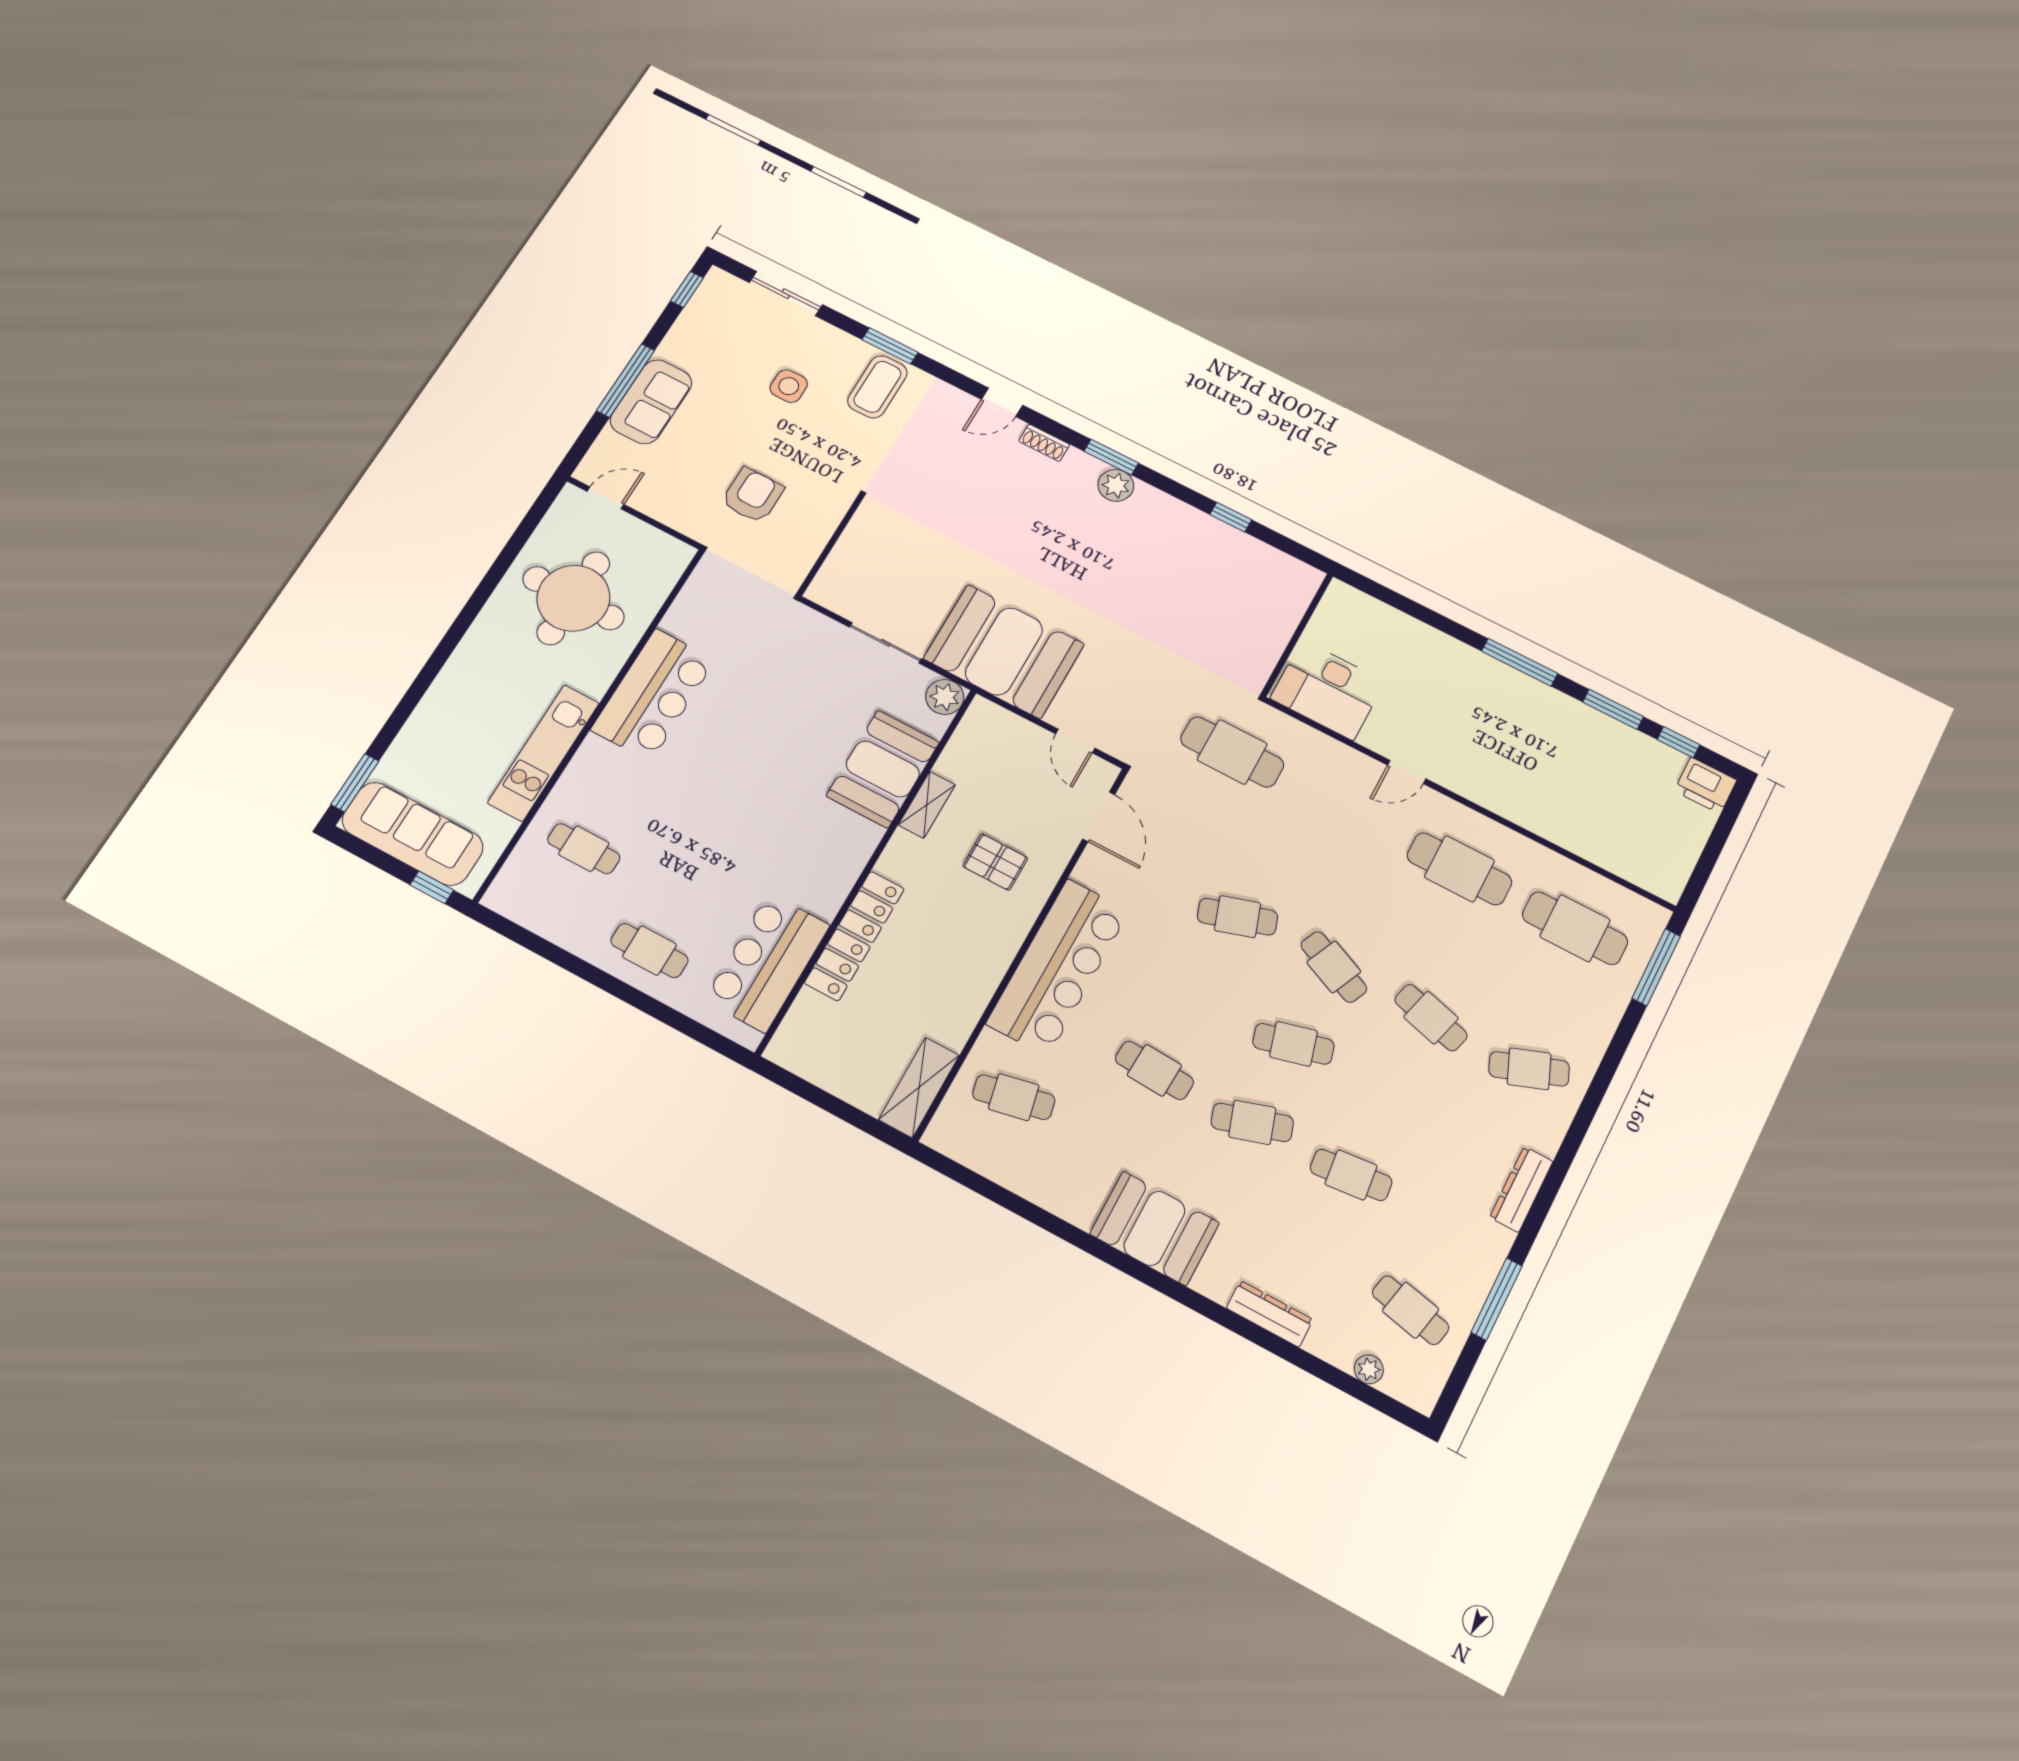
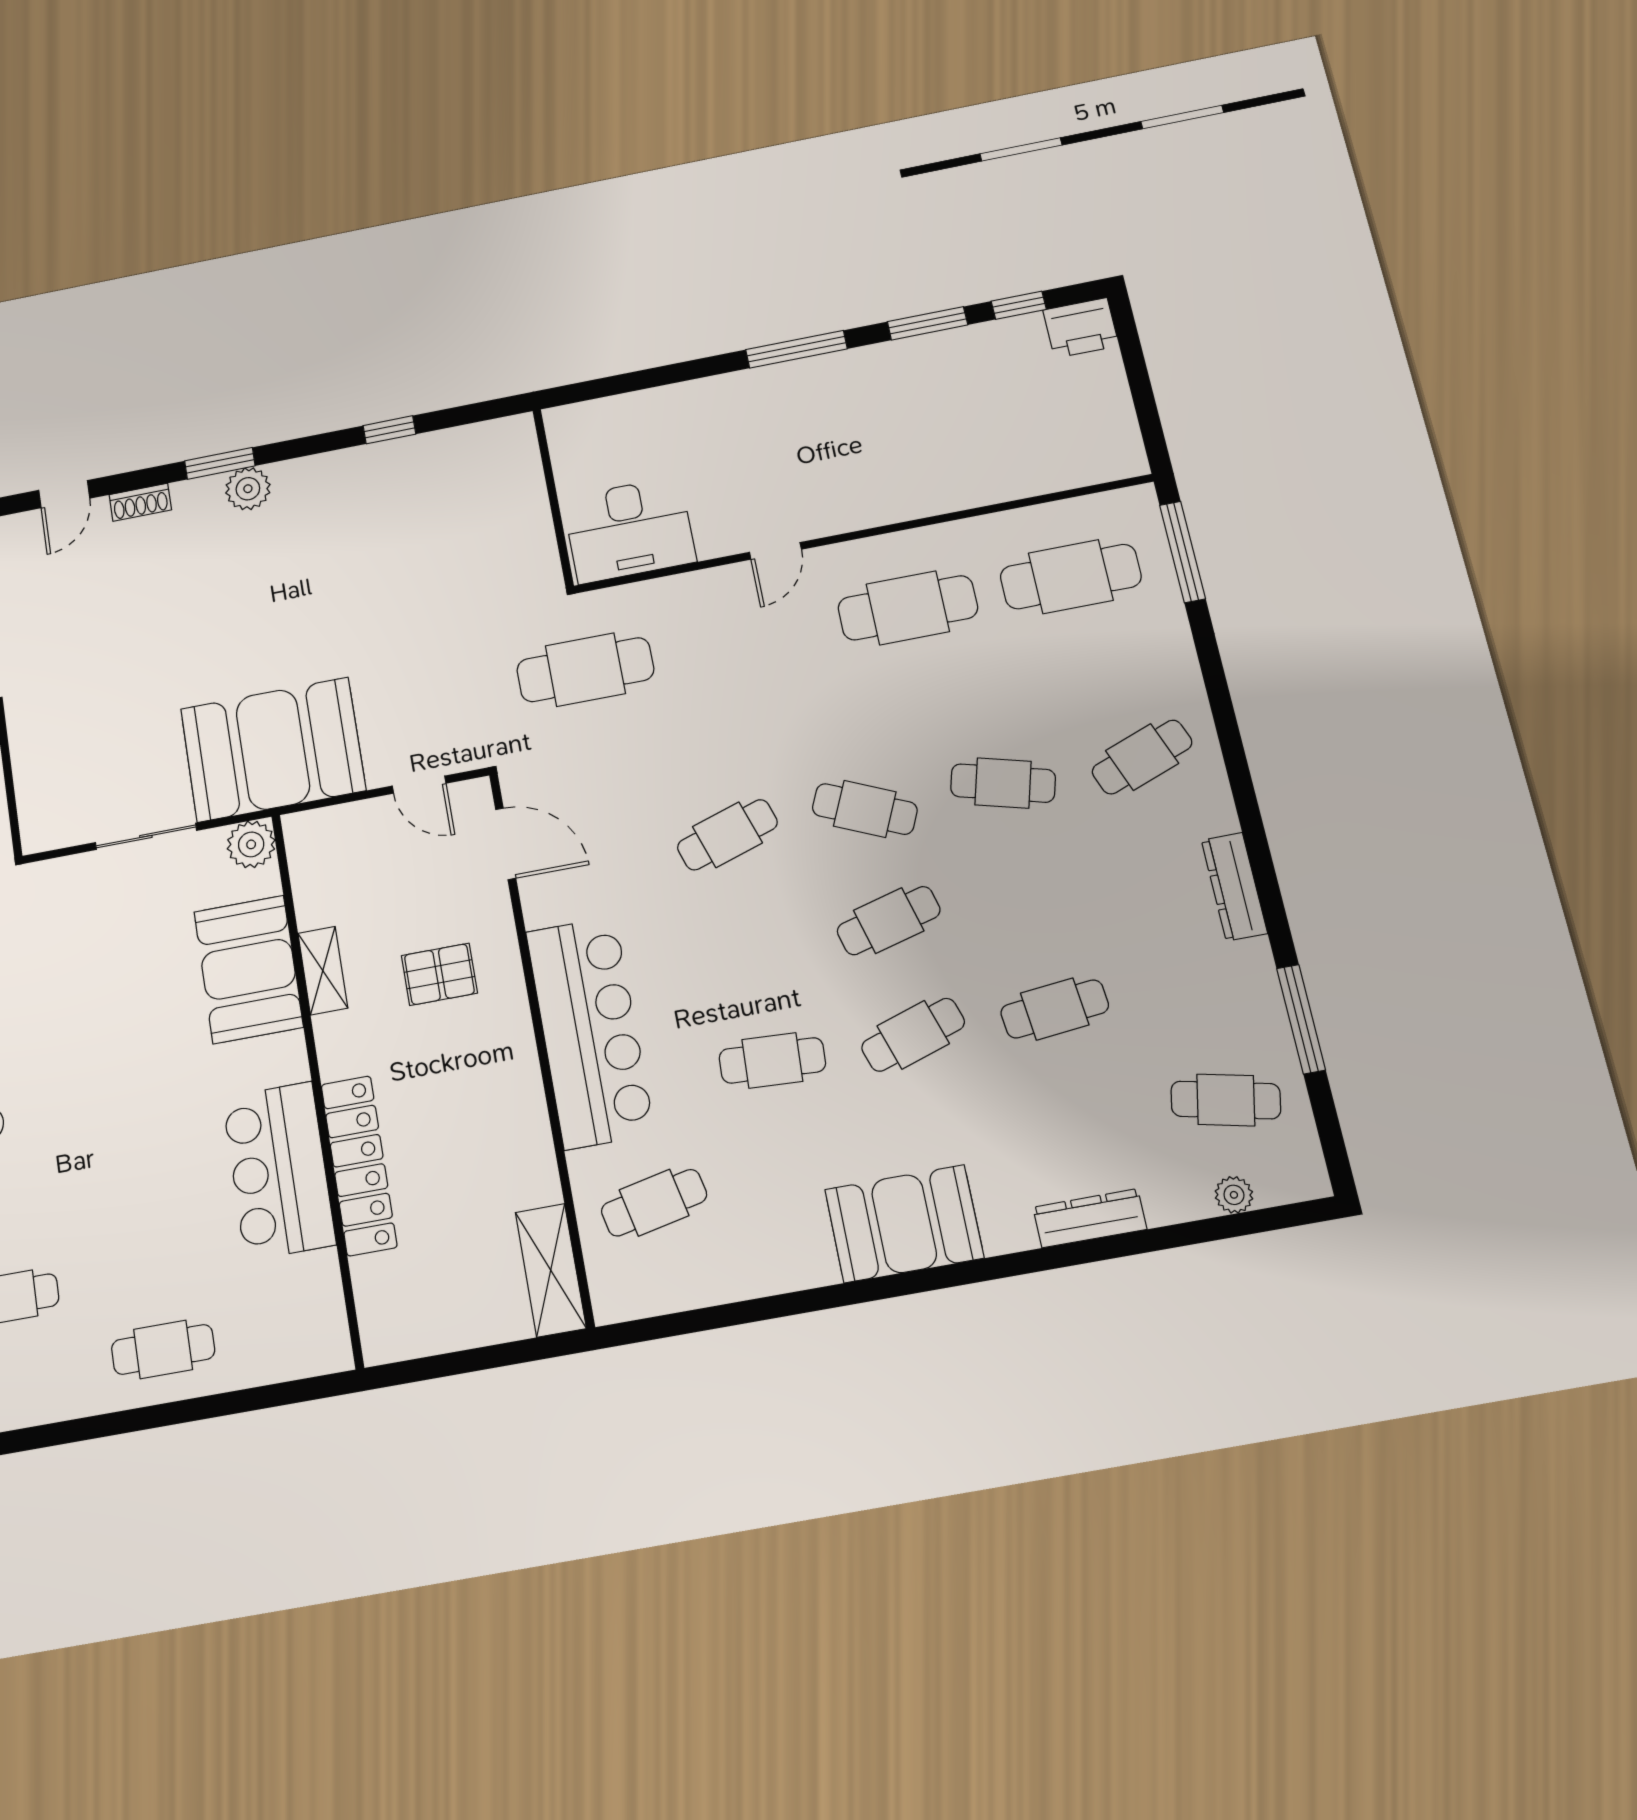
bar counter: (767, 962) -> (279, 1171), moved

